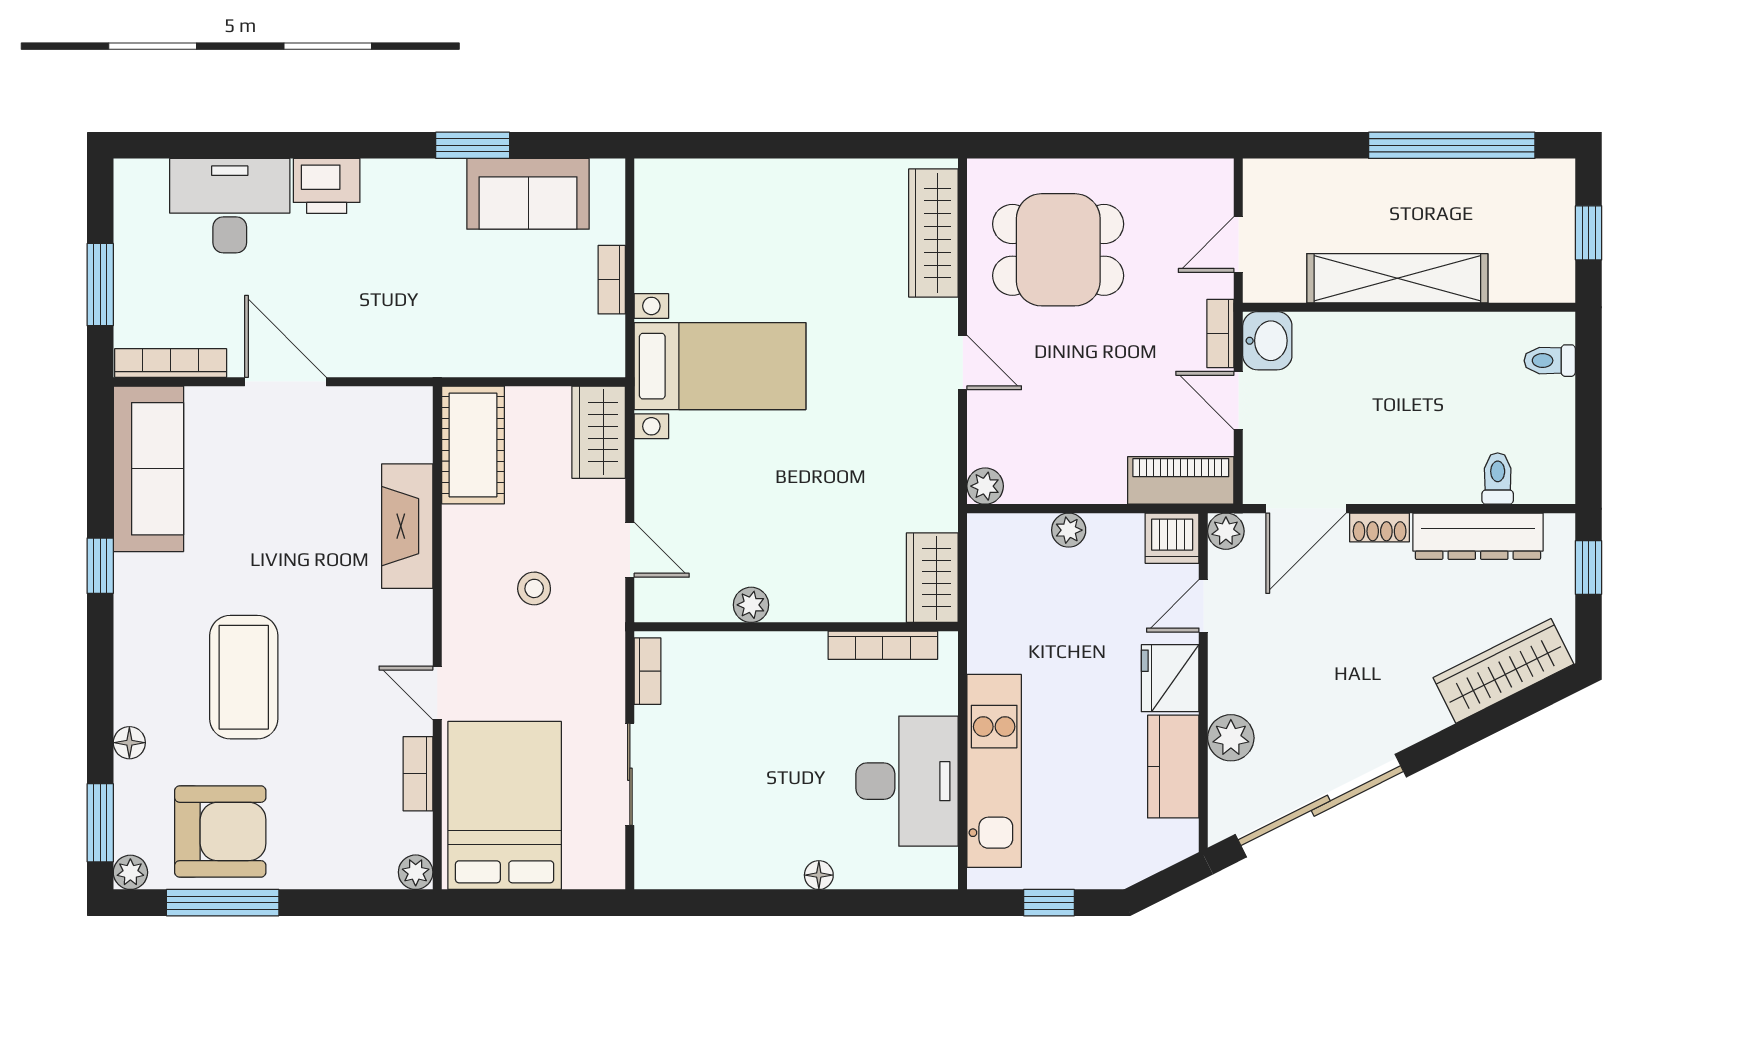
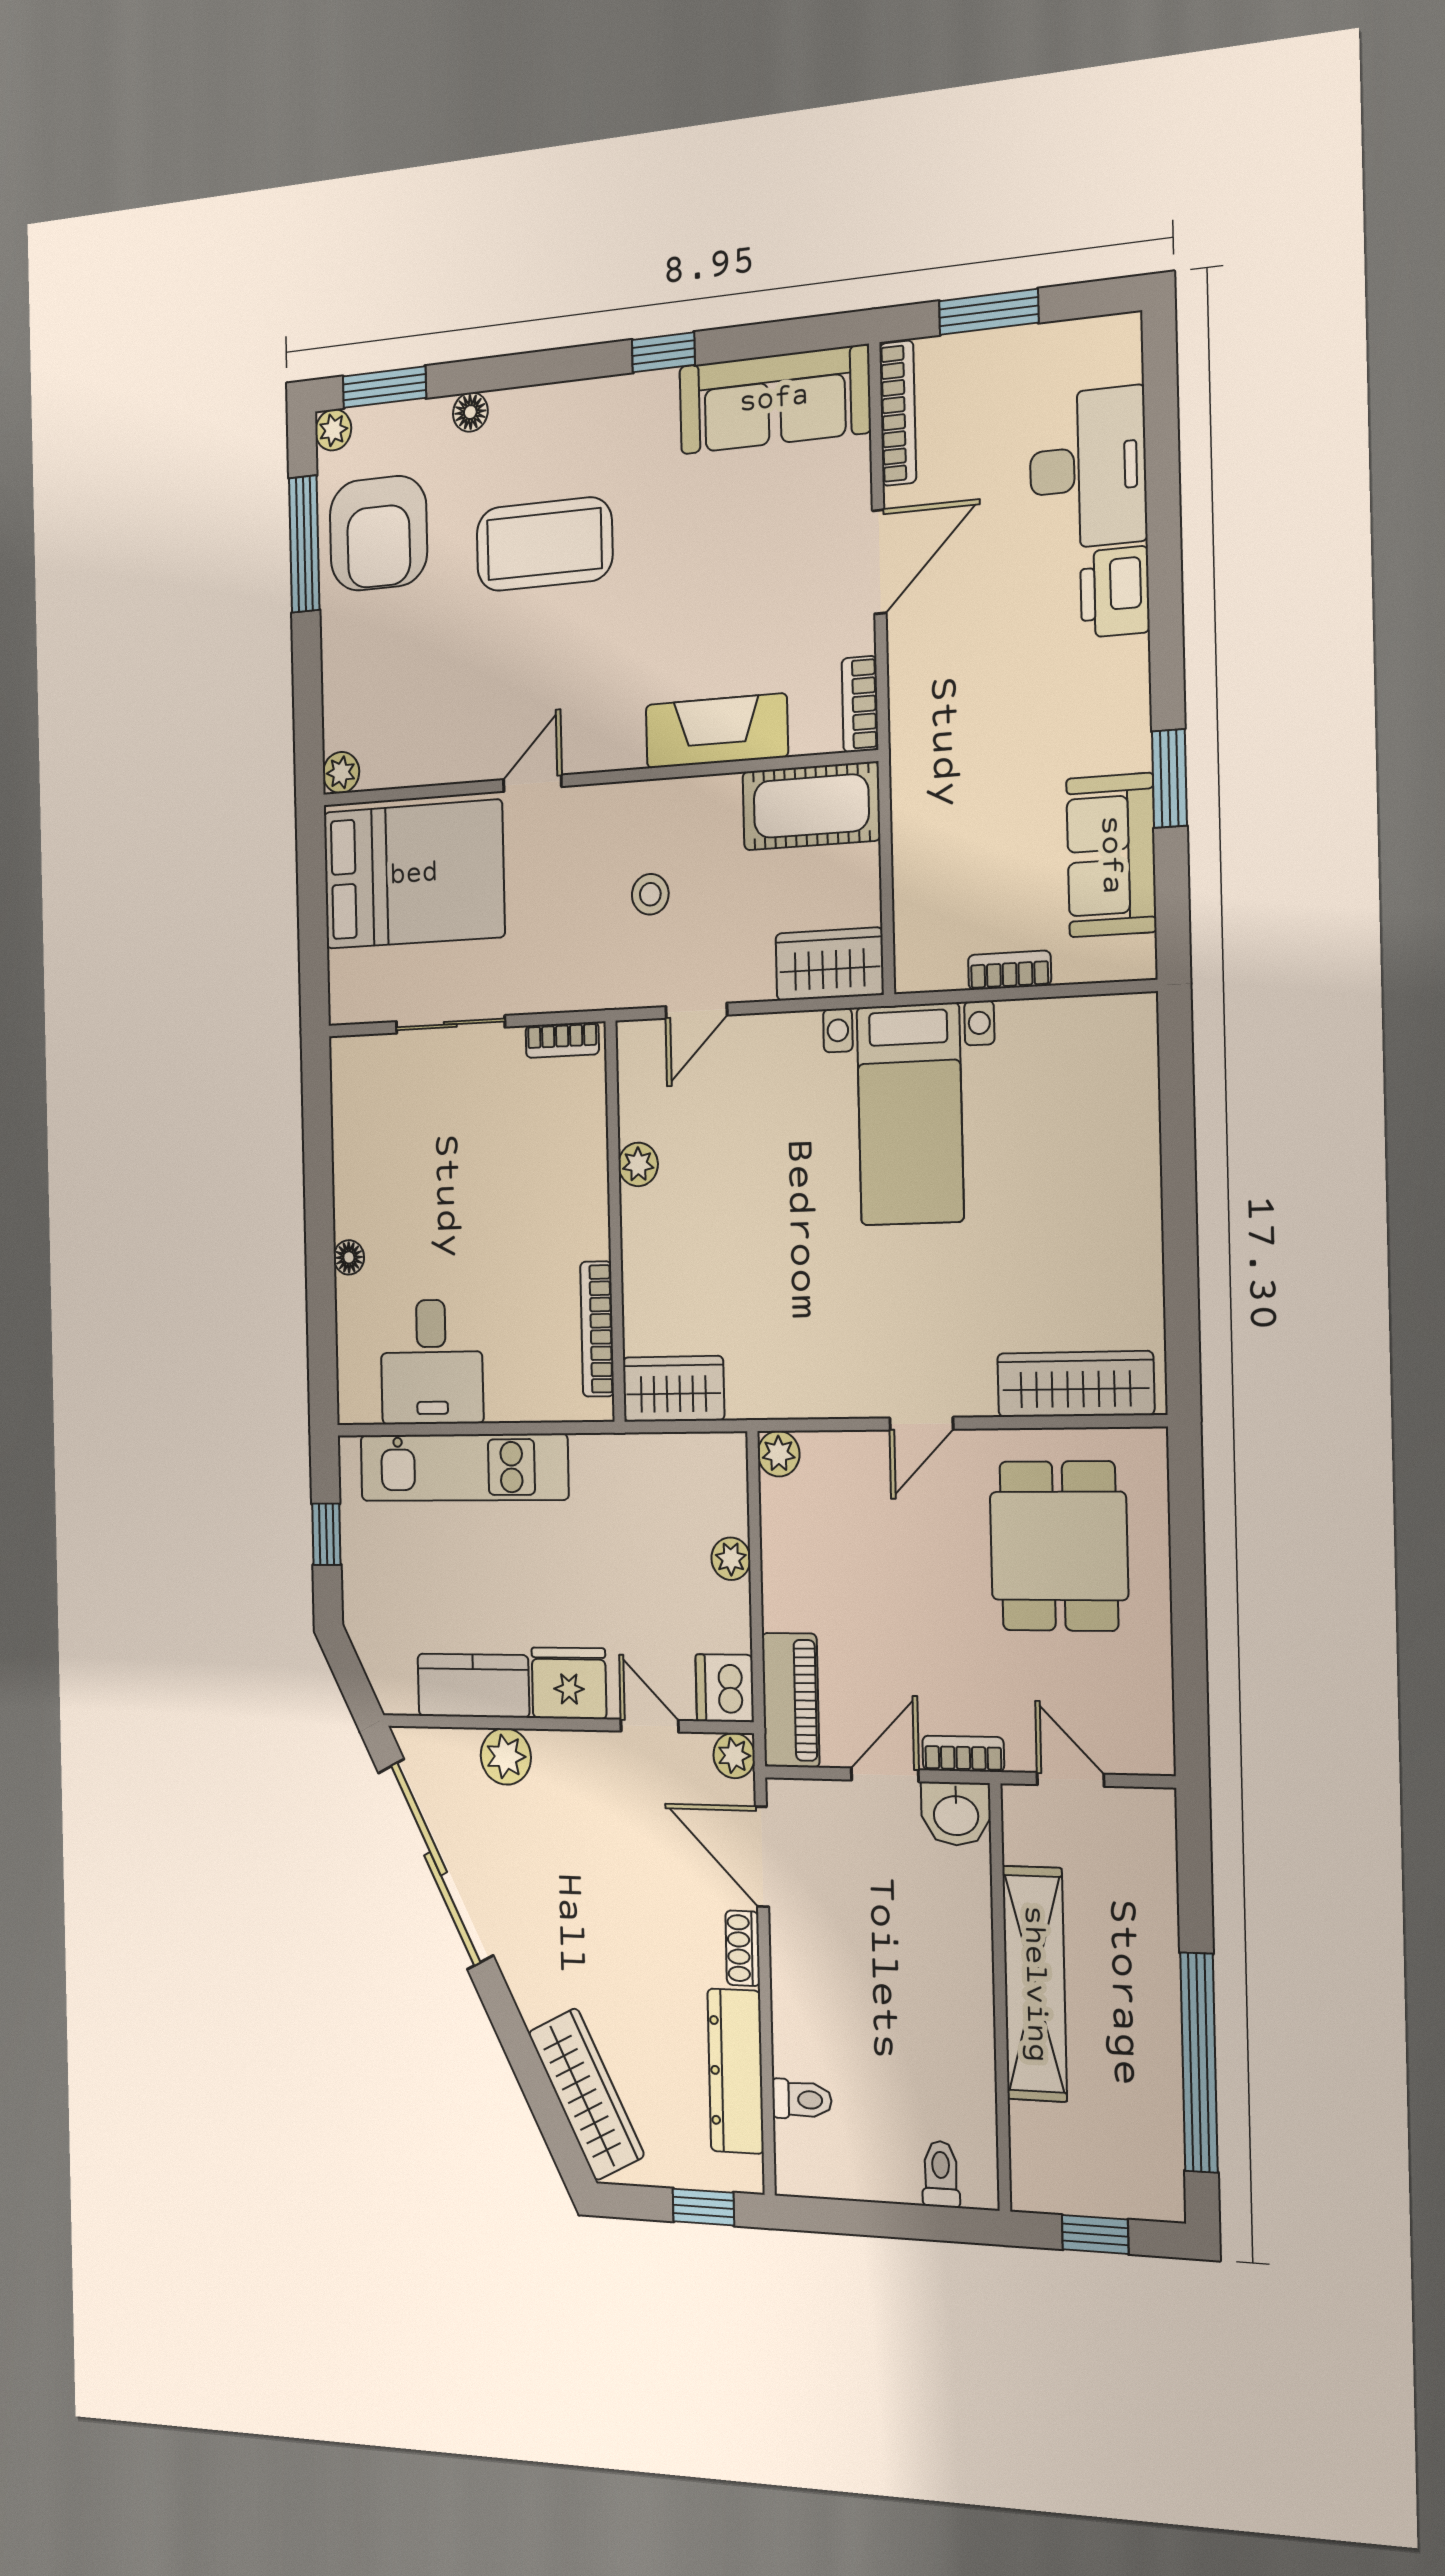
bookcase: (418, 774) -> (860, 704), moved, turned -90
desk: (907, 781) -> (432, 1362), width x0.73

